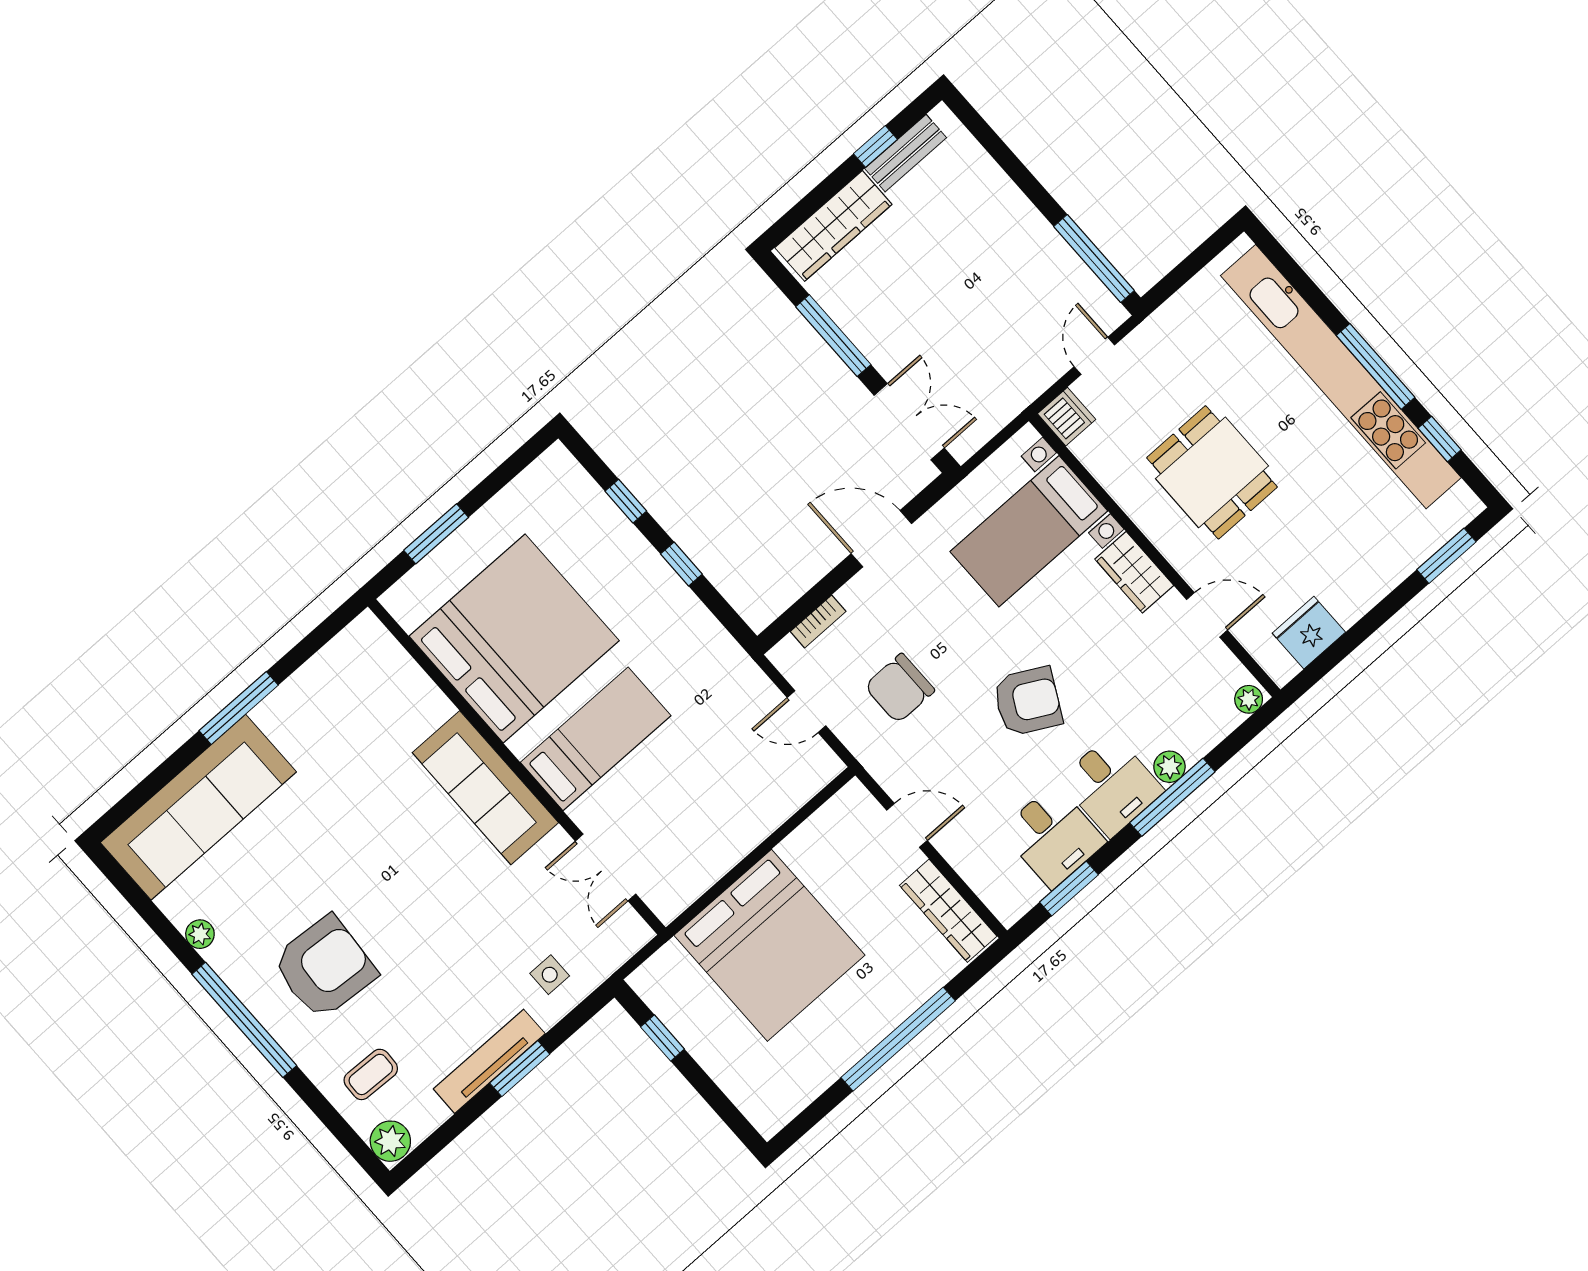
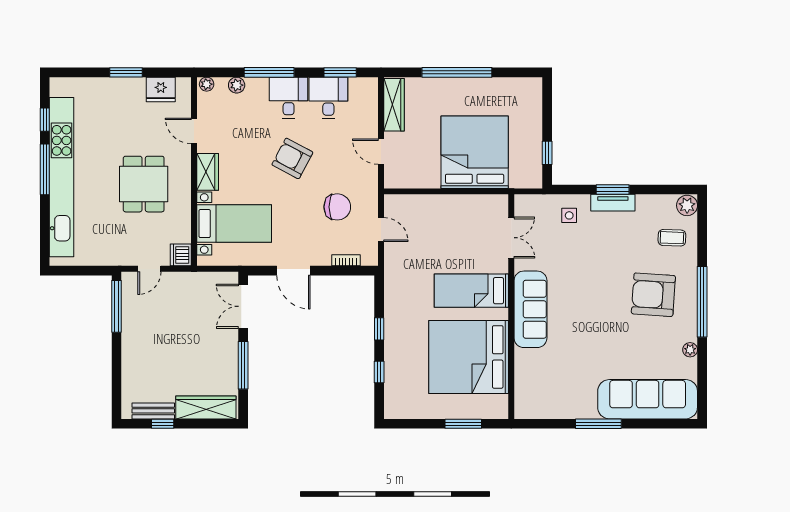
window: (1446, 556) -> (126, 72), moved
plant: (1169, 767) -> (237, 85), moved
tv unit: (489, 1061) -> (613, 203), width x0.71

